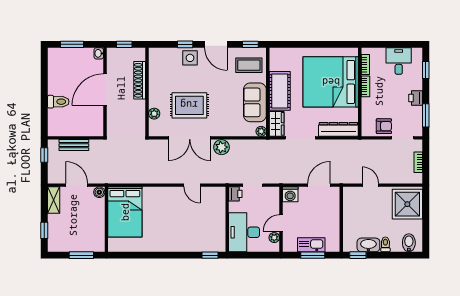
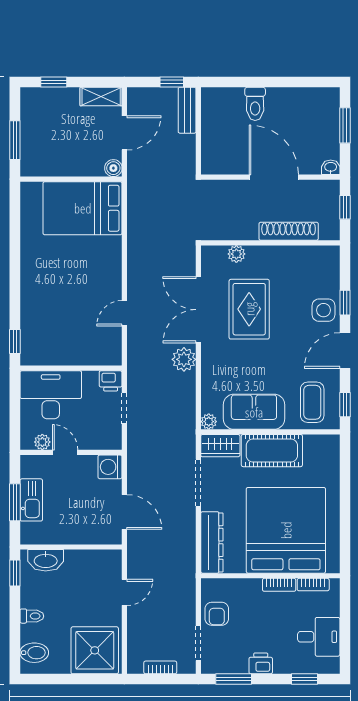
bench: (74, 145) -> (187, 110), moved
washbasin: (368, 245) -> (46, 560), moved, turned 90

